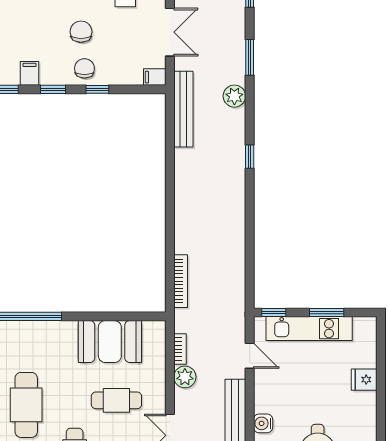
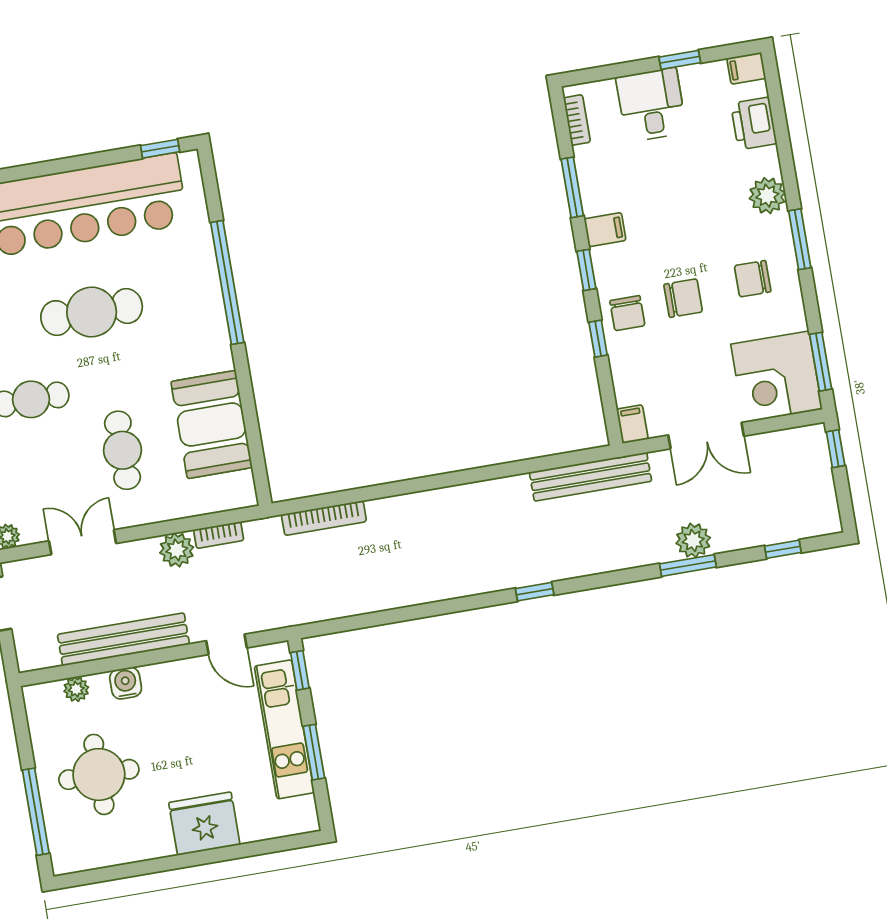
chair: (84, 68) -> (627, 313), turned 90
plant: (234, 96) -> (693, 540), moved
door: (250, 356) -> (227, 644), hinge flipped
fridge: (364, 380) -> (204, 824), width x1.88, depth x1.34

